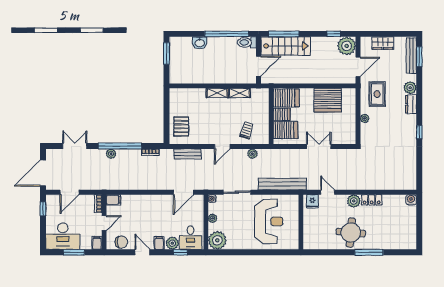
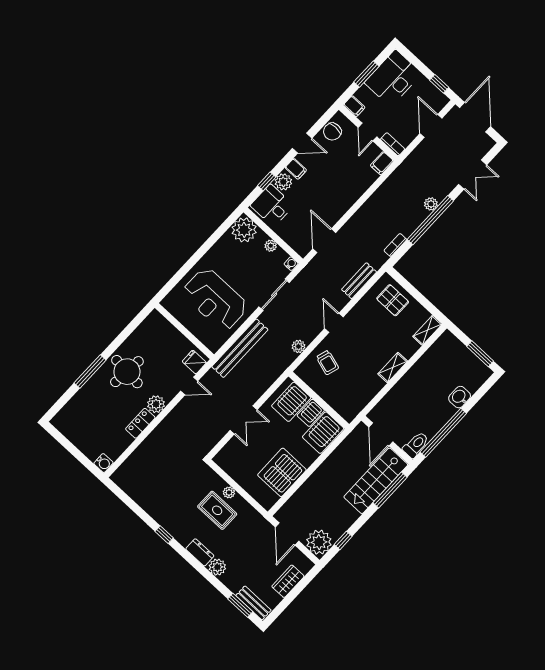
bench: (411, 56) -> (253, 603), width x0.73
shelving: (239, 93) -> (427, 330), moved
rug: (377, 94) -> (217, 510), moved

